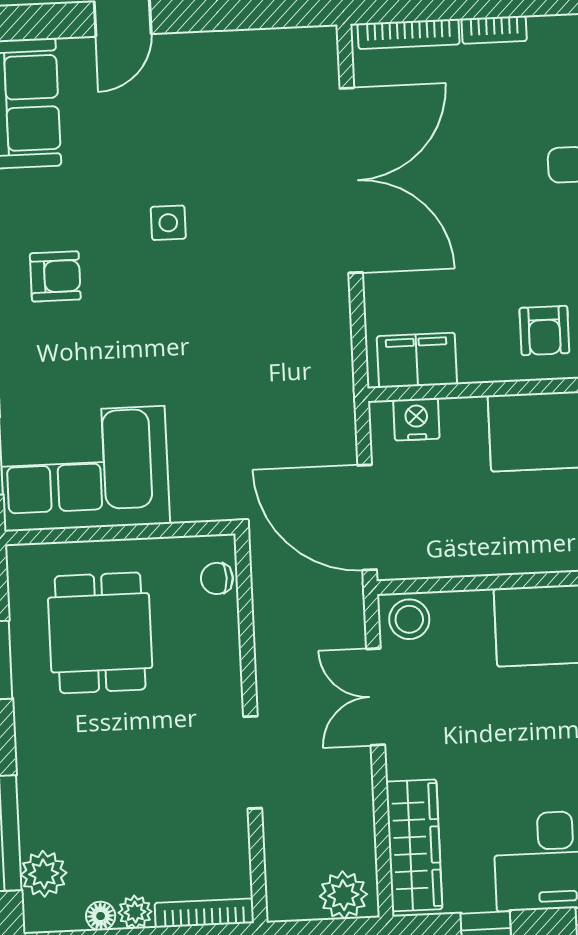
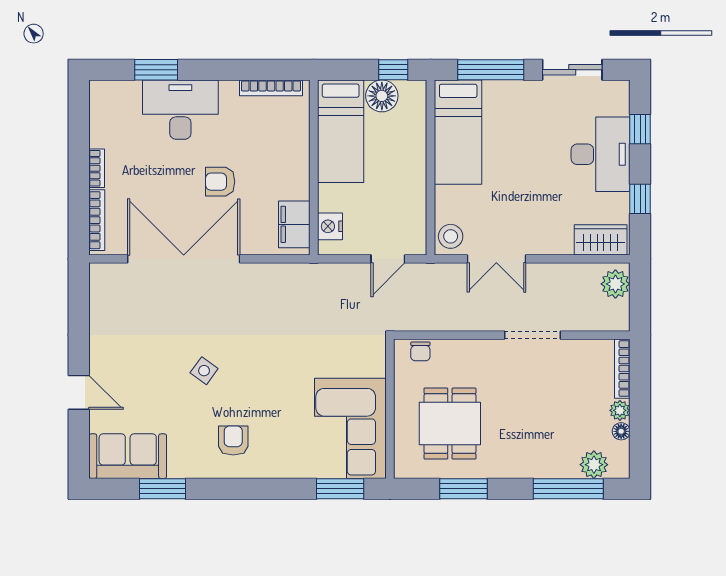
side table: (168, 223) -> (204, 371), turned 36
armchair: (544, 330) -> (220, 182), moved, turned 180
door: (367, 517) -> (388, 259), width x0.53
dining table: (100, 633) -> (450, 424), turned 90
wardrobe: (414, 845) -> (601, 240), width x0.67

